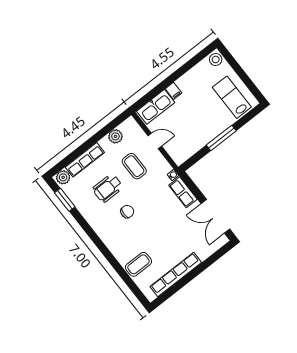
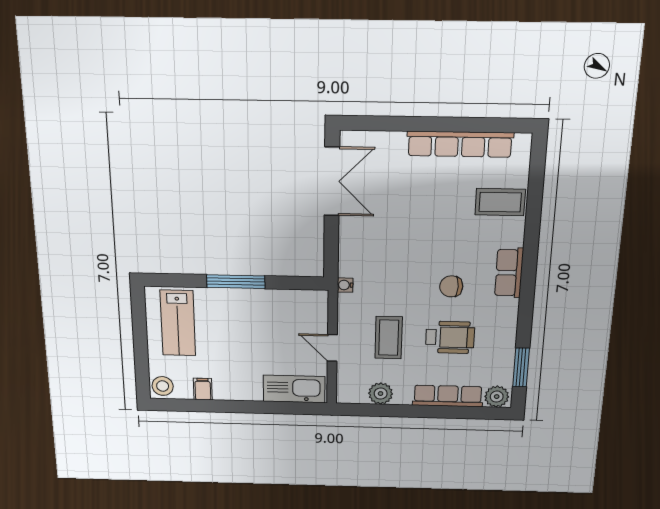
filing cabinet: (173, 91) -> (203, 389), moved
row of seats: (183, 192) -> (509, 273), moved, turned 180

